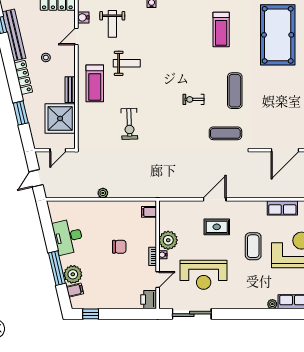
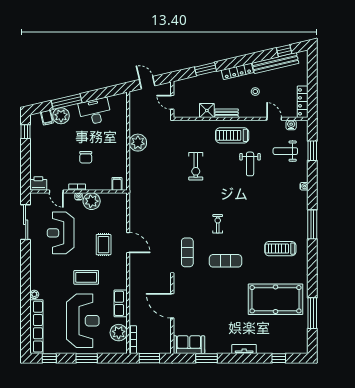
shower: (60, 118) -> (207, 111), width x0.54, depth x0.54
exercise bike: (129, 124) -> (196, 166), turned -88
plant: (103, 193) -> (138, 143), width x1.88, depth x1.88

